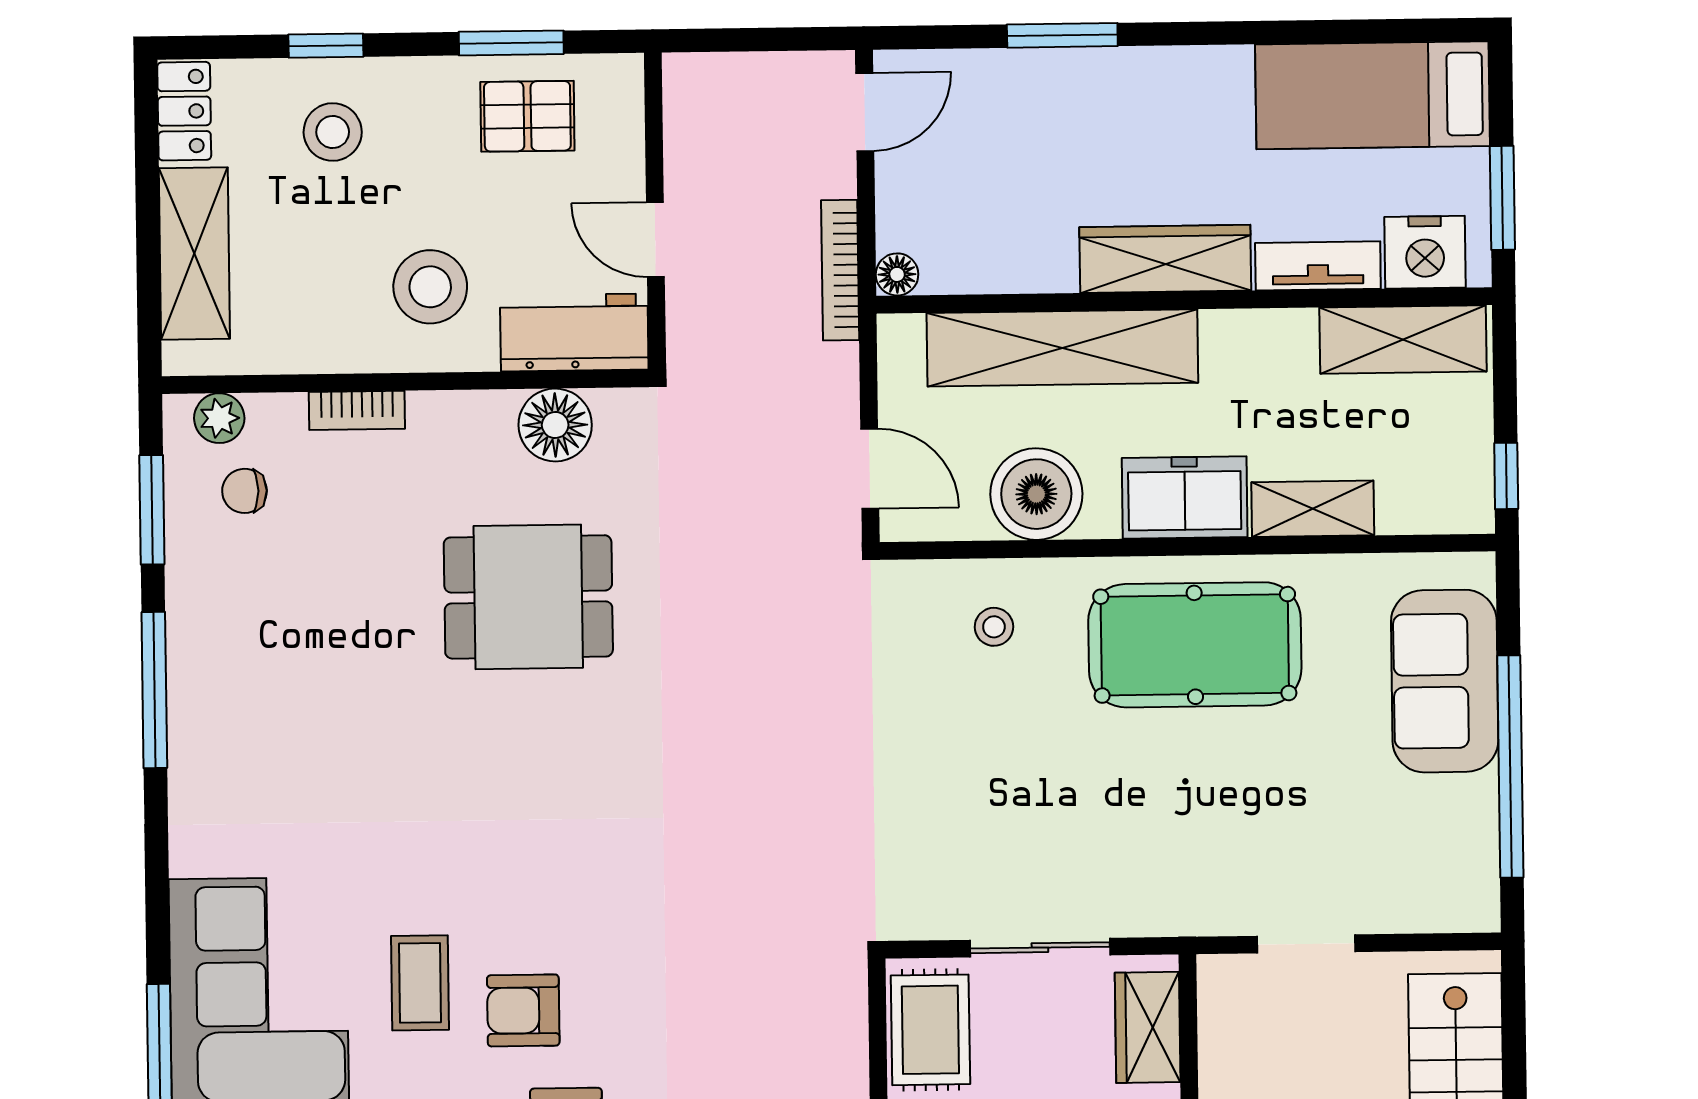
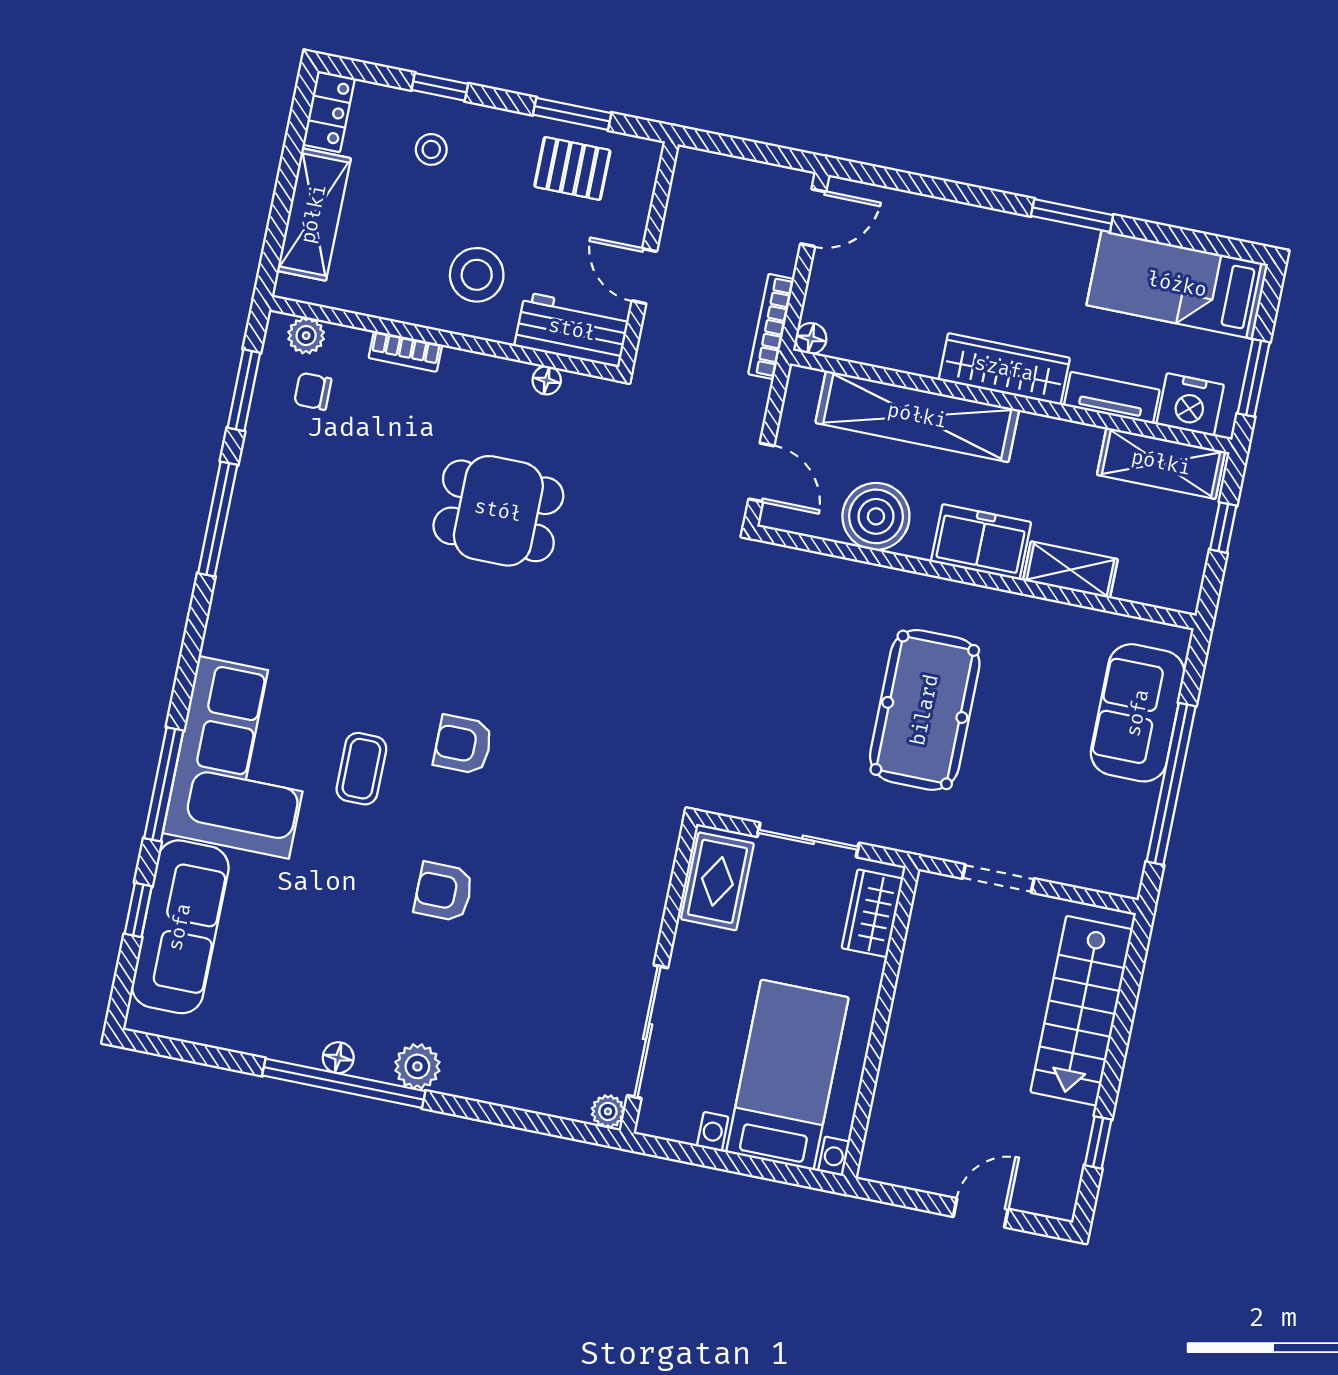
window: (1062, 35) -> (1072, 215), moved
stool: (333, 132) -> (431, 149), width x0.73, depth x0.73
floor lamp: (555, 425) -> (547, 380), width x0.53, depth x0.53
window: (1506, 476) -> (1223, 528), moved
stool: (994, 627) -> (825, 604), removed
pool table: (1195, 645) -> (925, 710), moved, turned 90
armchair: (523, 1010) -> (463, 745), moved

